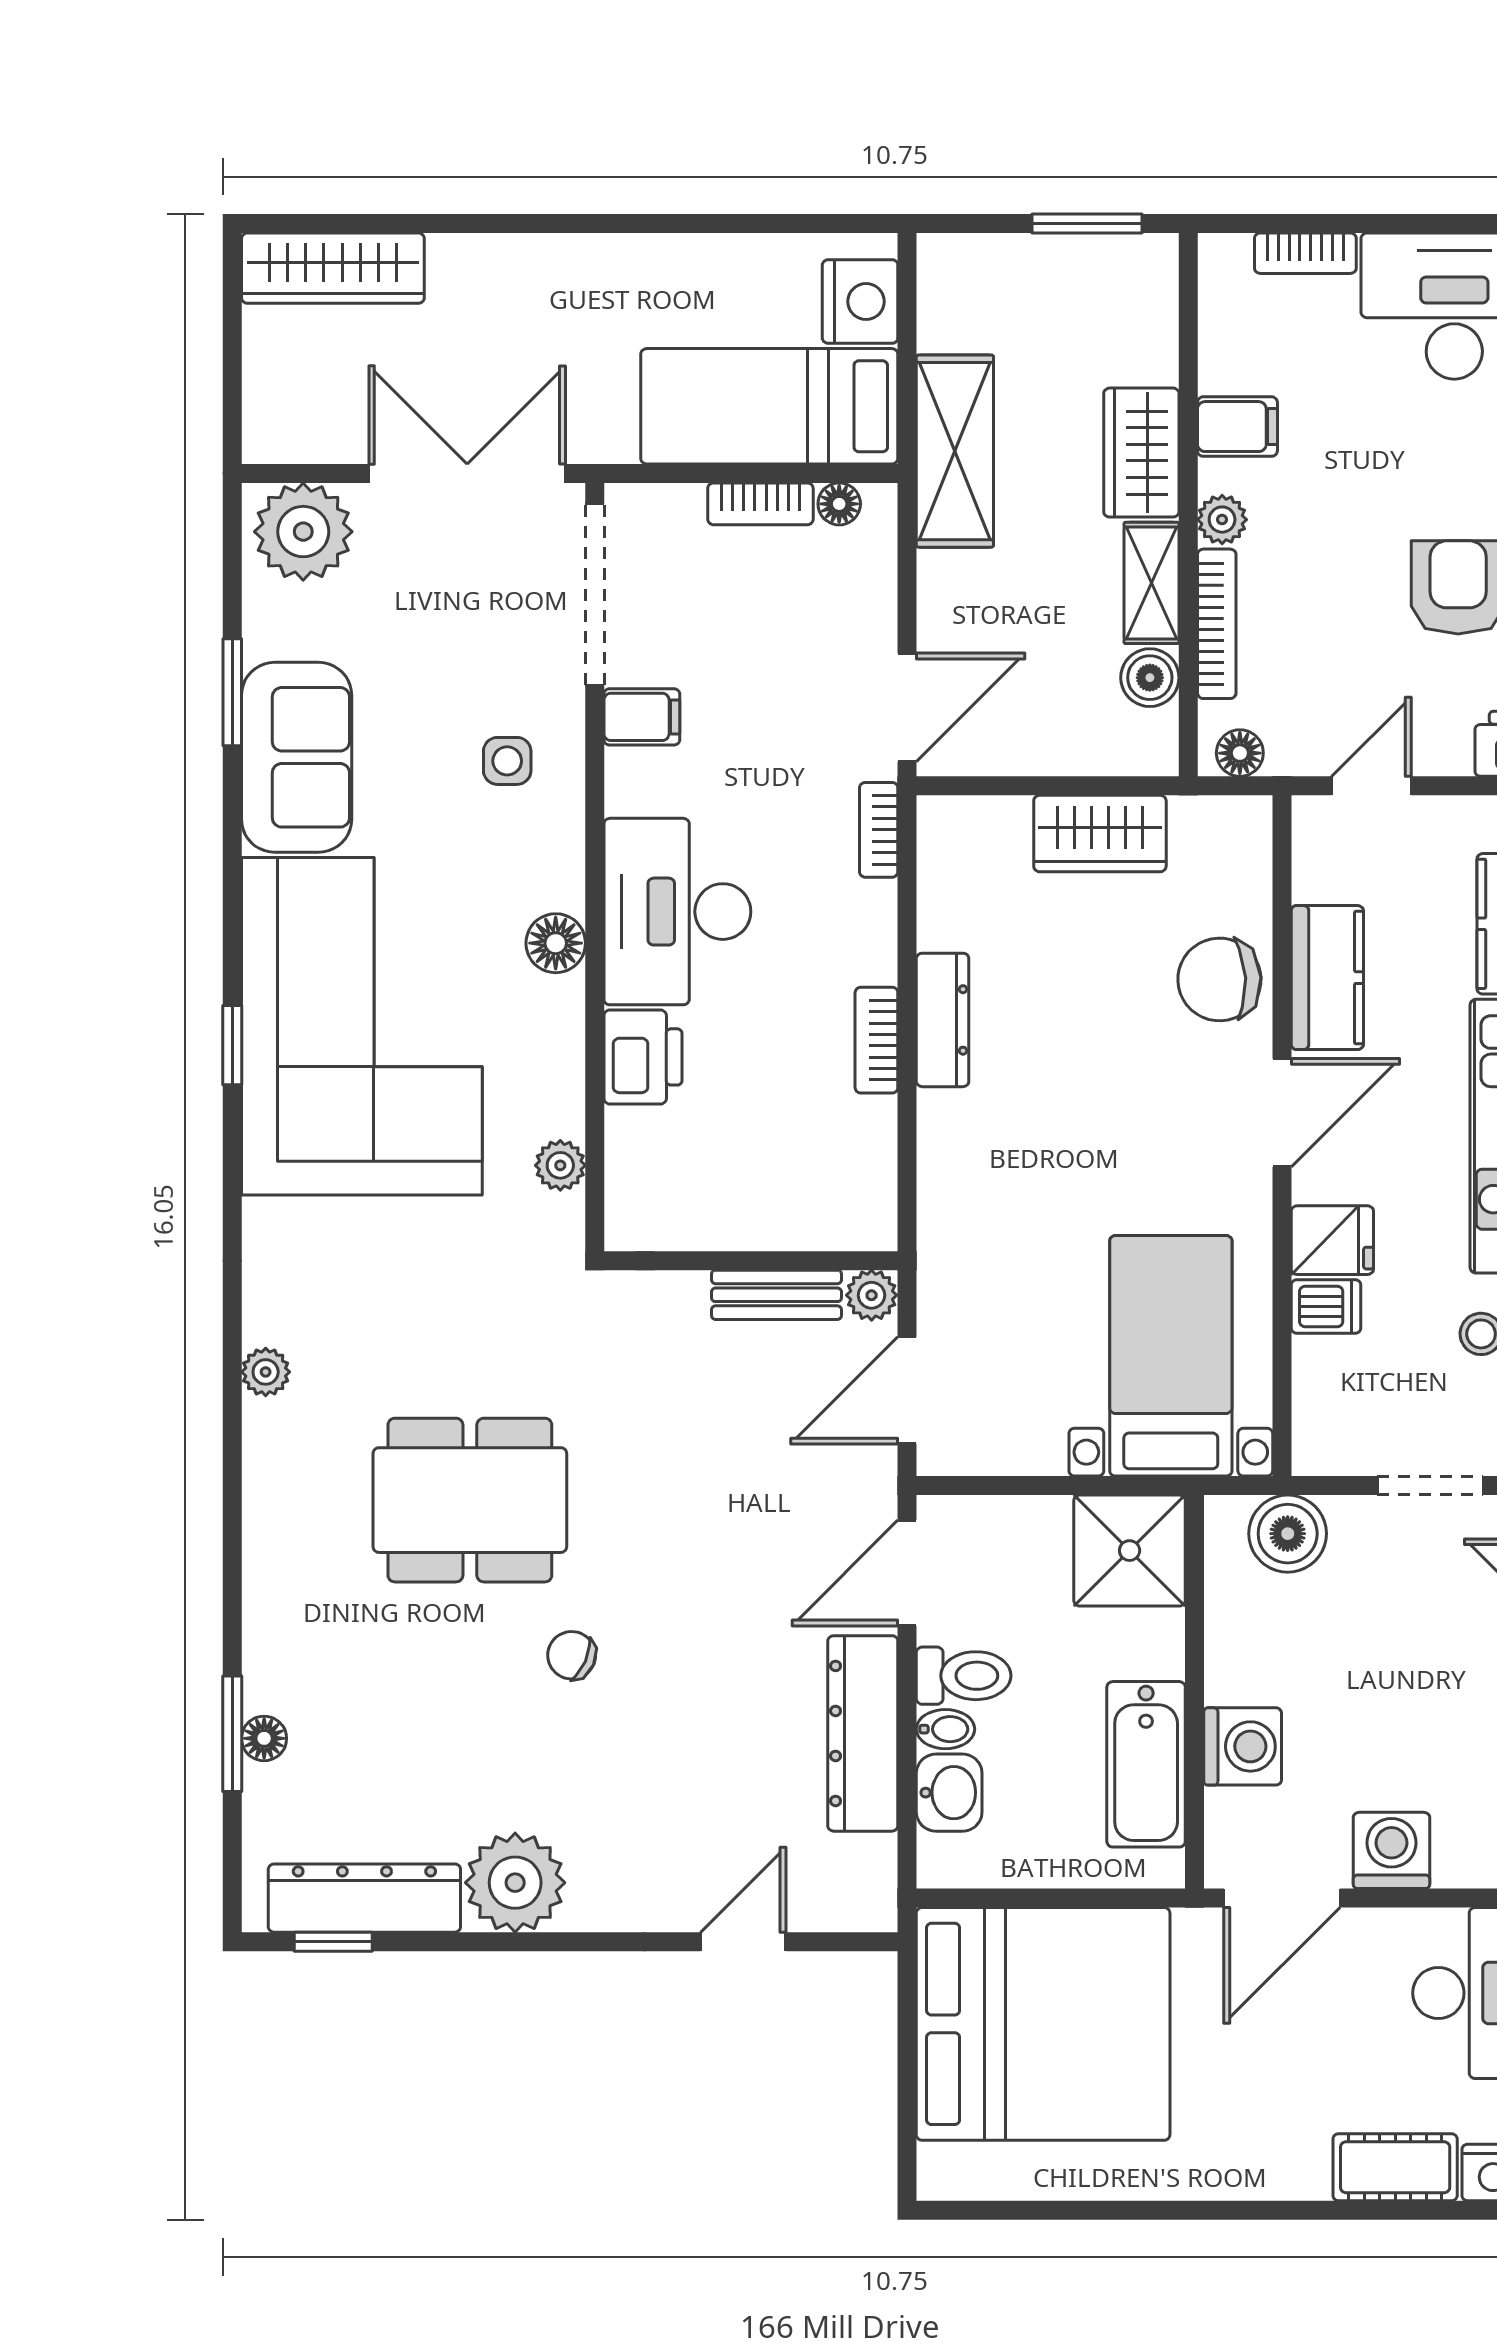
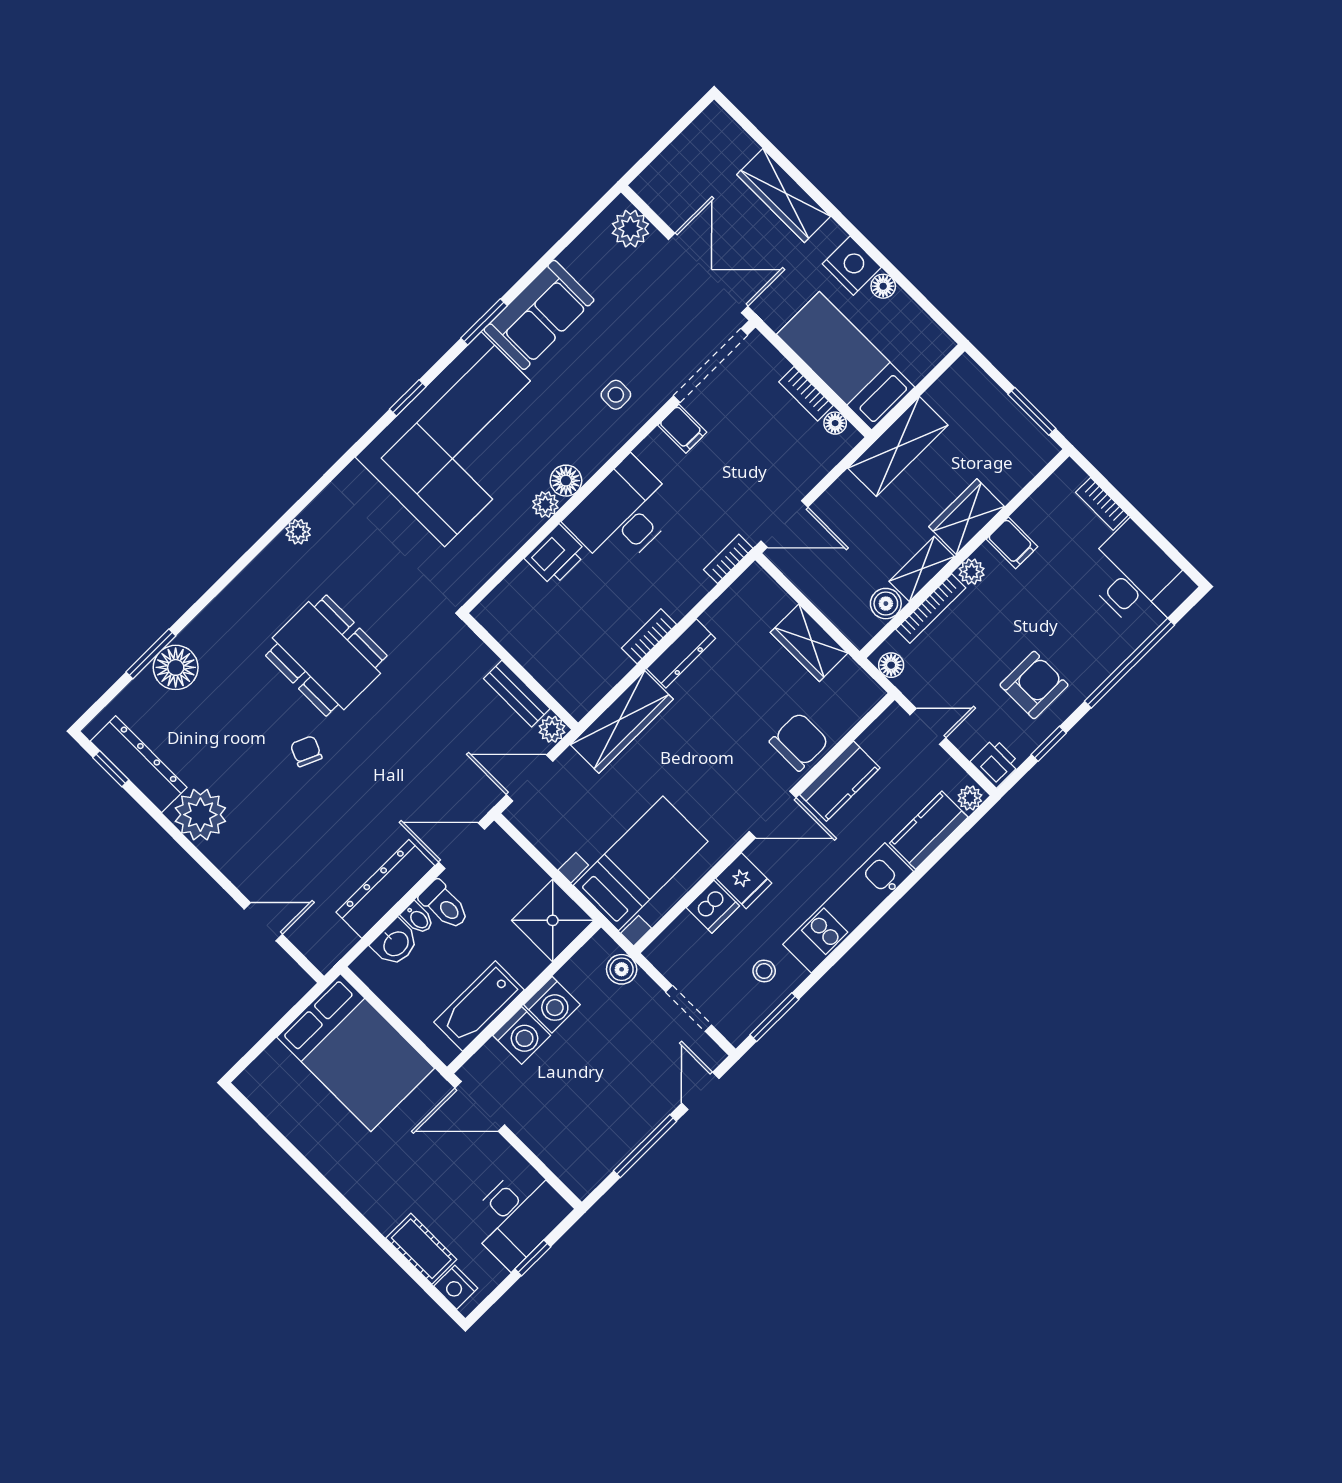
floor lamp: (720, 256) -> (883, 286), added
wardrobe: (333, 268) -> (784, 195), moved
nightstand: (860, 302) -> (852, 266), moved, turned -90
plant: (303, 532) -> (630, 229), width x0.73, depth x0.73
window: (232, 692) -> (484, 322), moved
chair: (1219, 979) -> (799, 742), turned 93
plant: (560, 1165) -> (545, 504), moved
wardrobe: (955, 1192) -> (622, 722), added
dishwasher: (1326, 1306) -> (713, 907), width x1.38
boiler: (1288, 1534) -> (622, 969), width x0.73, depth x0.73
floor lamp: (264, 1738) -> (176, 667), width x1.89, depth x1.89
washing machine: (1391, 1850) -> (552, 1005), moved, turned 90
bed: (1043, 2024) -> (356, 1053), width x0.73

